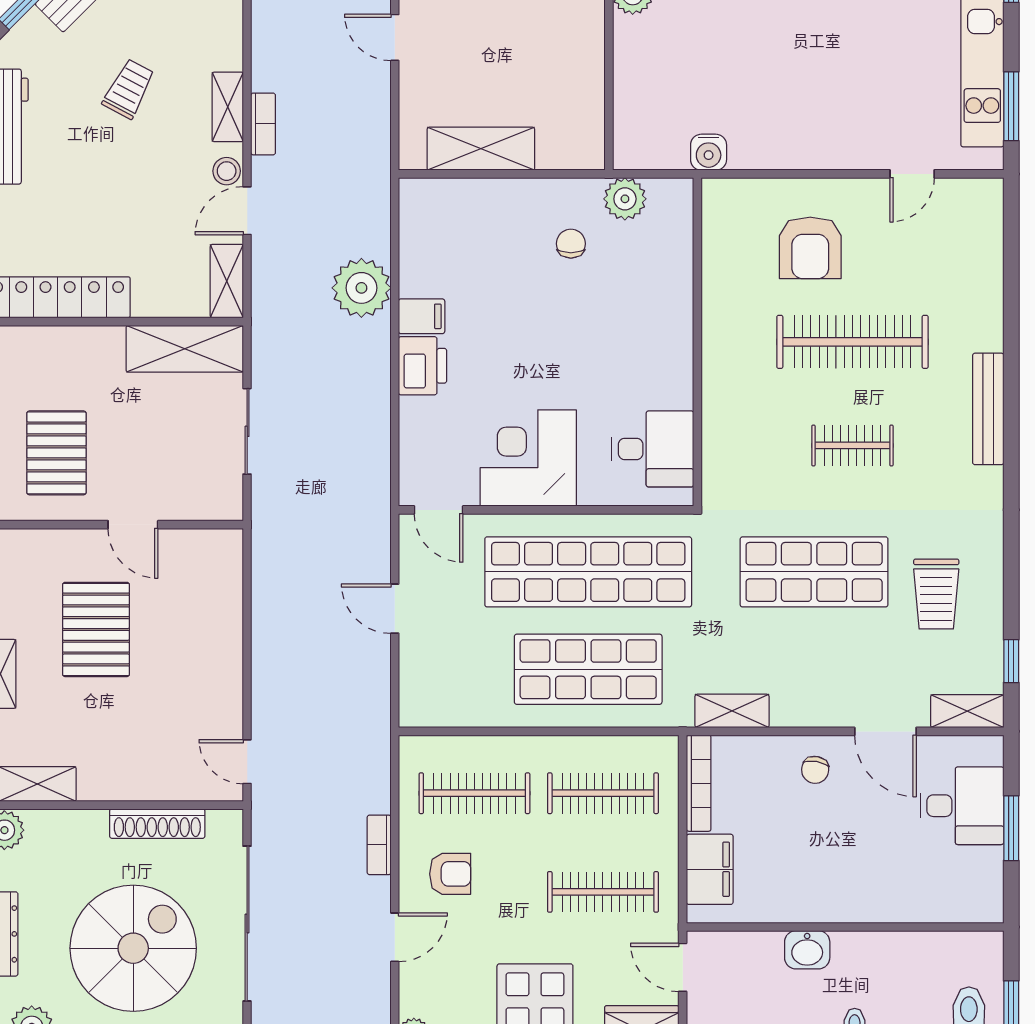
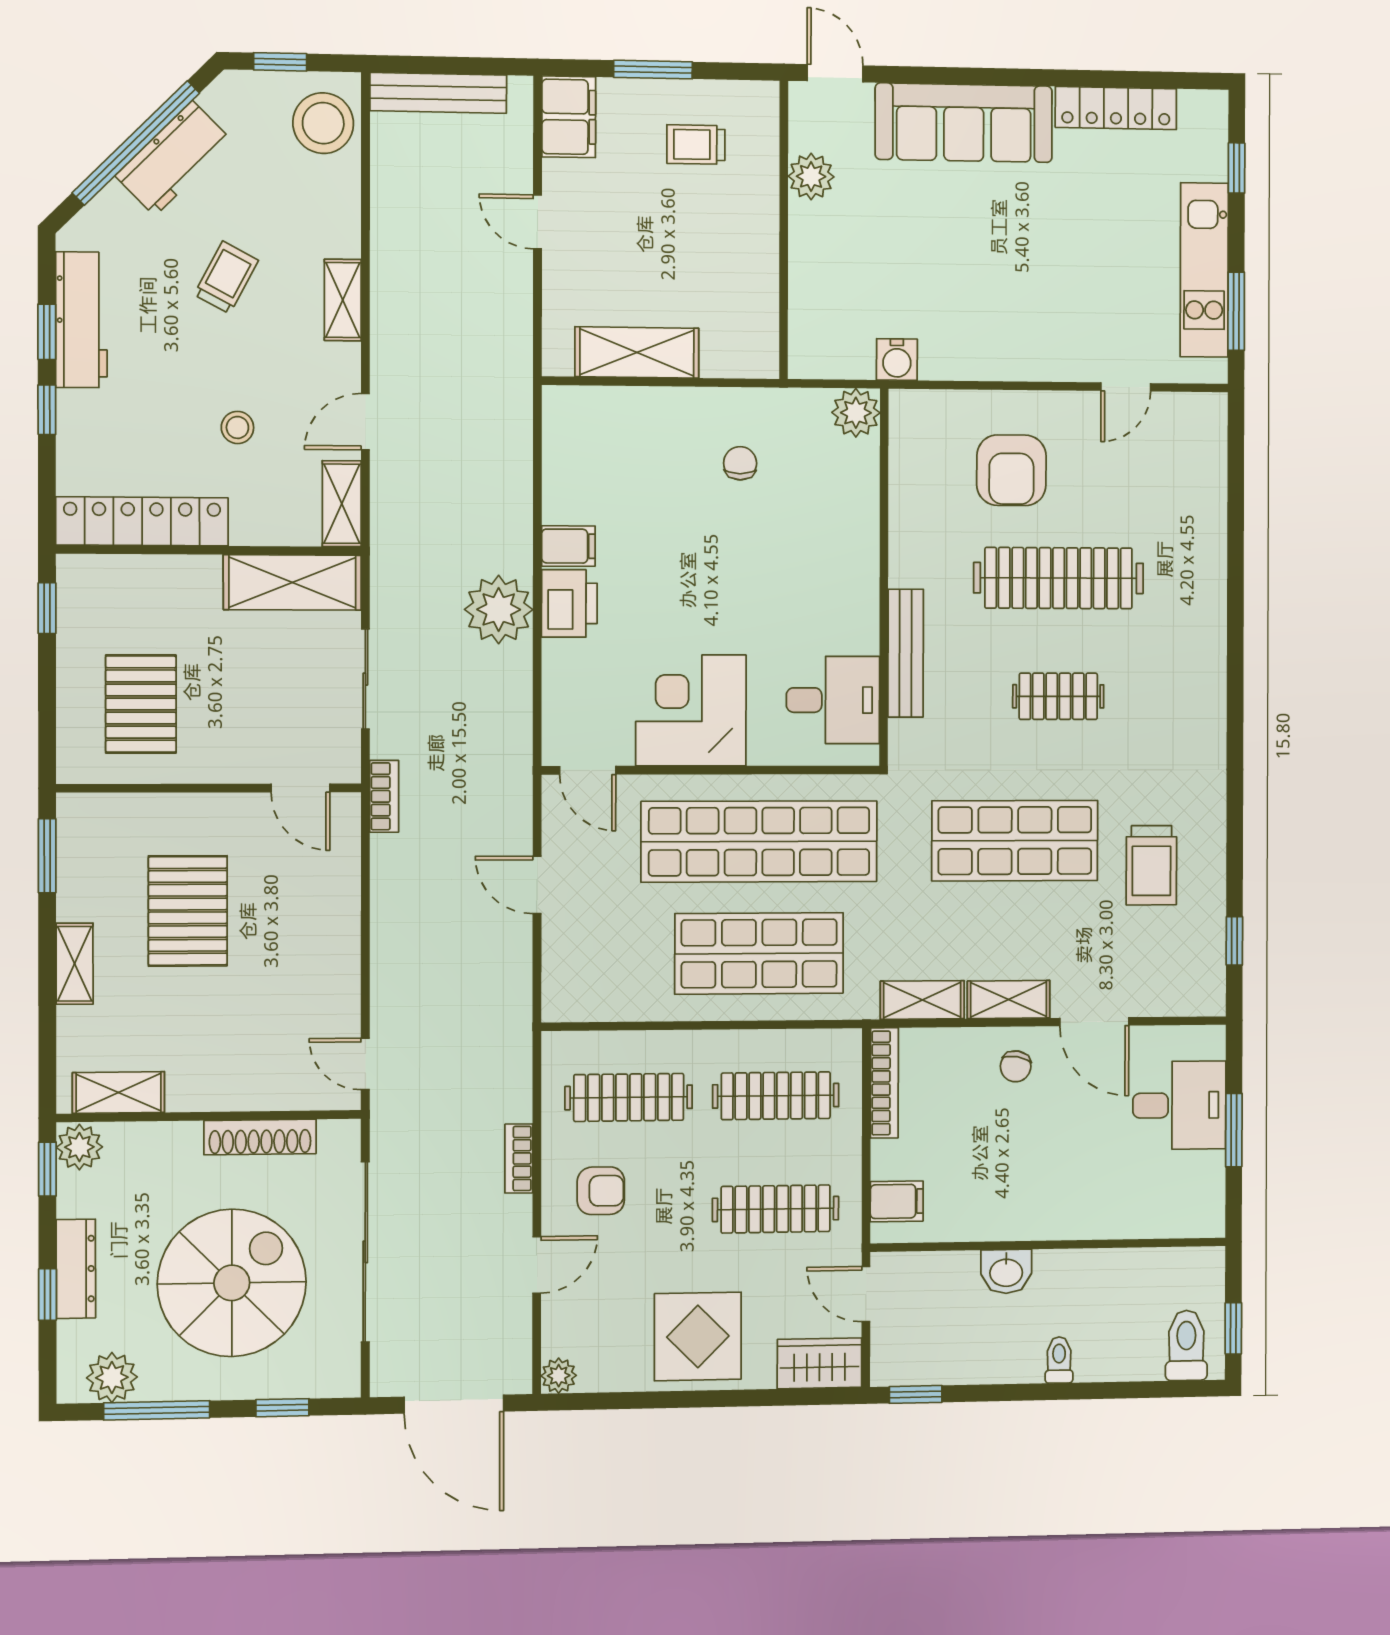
bookcase: (263, 124) -> (384, 796), moved
stool: (227, 171) -> (237, 427), moved
plant: (625, 199) -> (856, 413), moved
plant: (361, 288) -> (499, 609), moved
bench: (988, 409) -> (906, 653), moved
door: (133, 525) -> (300, 788), moved
shelving: (967, 711) -> (1009, 999), moved
filing cabinet: (710, 869) -> (897, 1201), width x0.50

